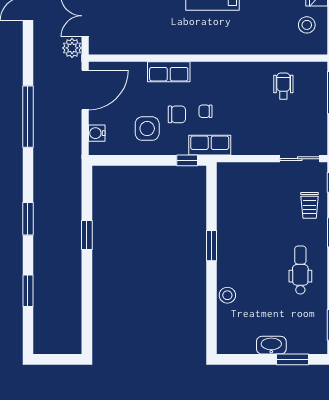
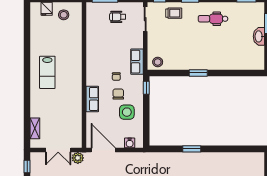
wheelchair: (283, 86) -> (118, 17), moved
row of seats: (210, 145) -> (137, 62), moved
stool: (227, 295) -> (158, 62), moved

